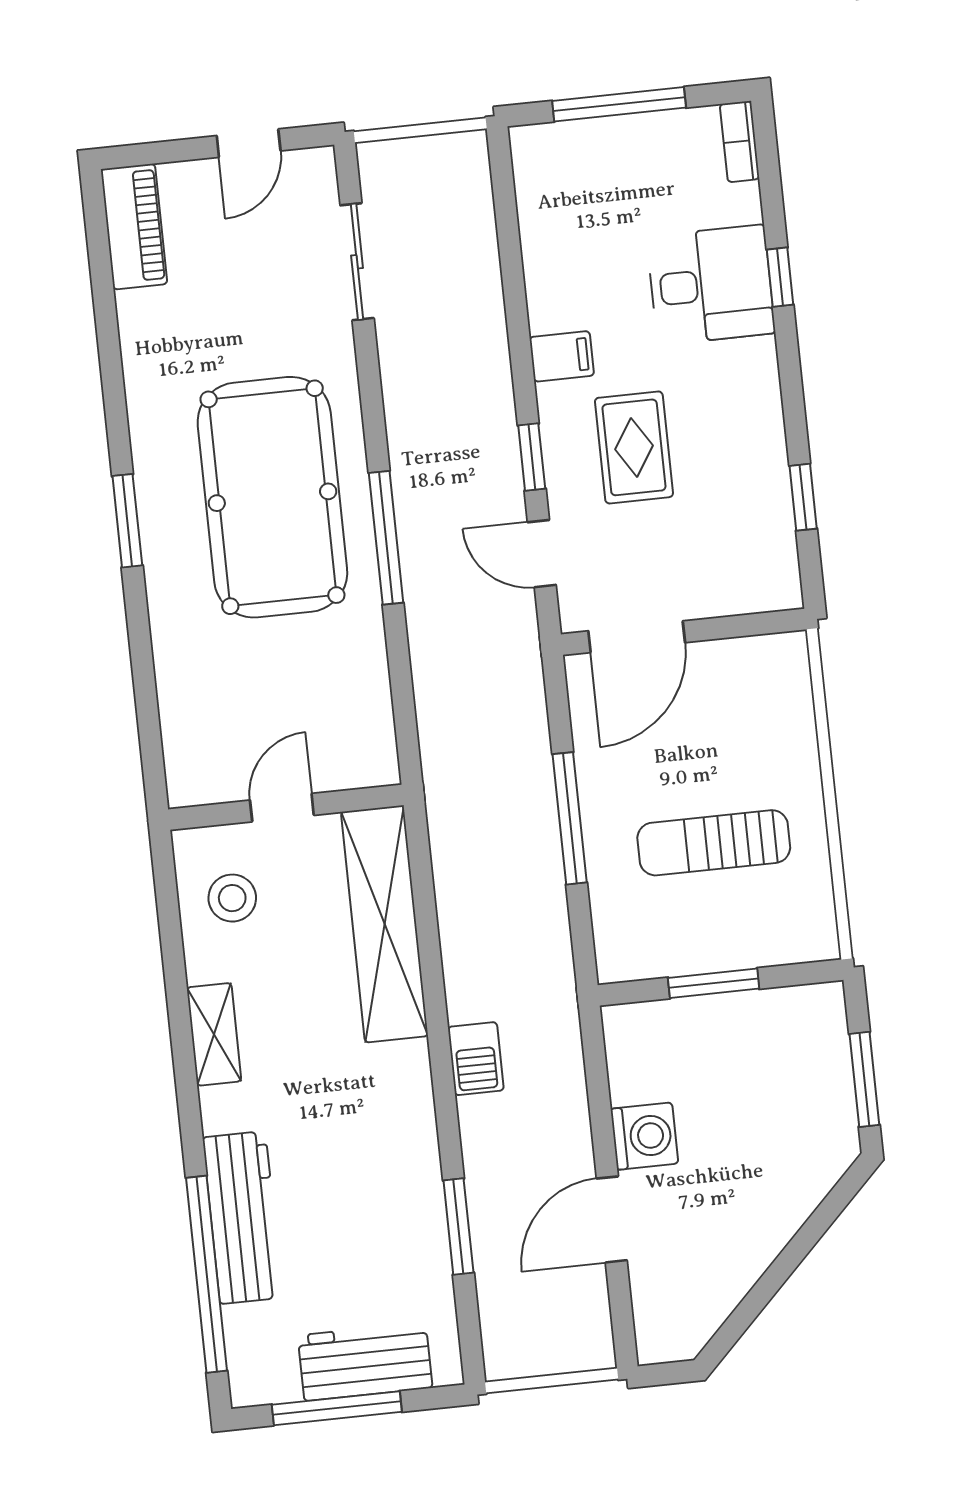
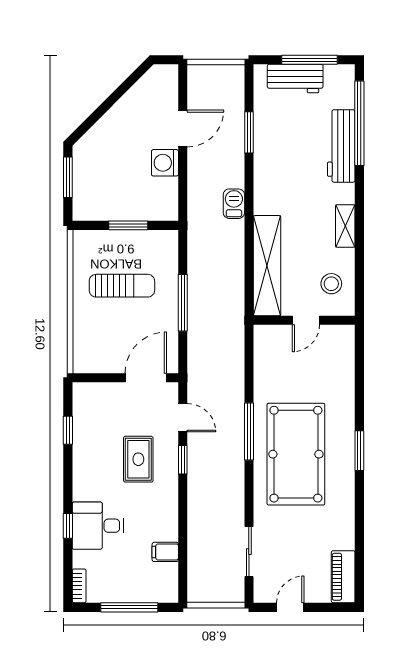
filing cabinet: (562, 356) -> (165, 552), moved

